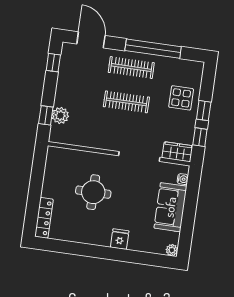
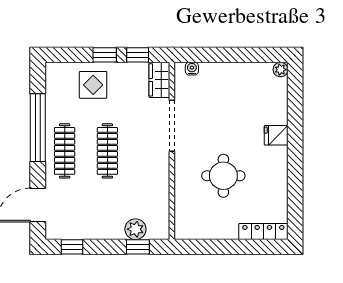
sofa: (170, 207) -> (228, 79), removed

